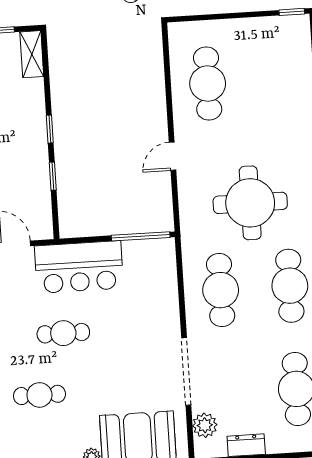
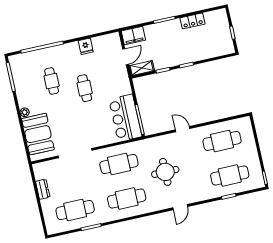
shelving: (32, 54) -> (142, 68), moved
cafe table: (277, 79) -> (230, 175), added
round table: (250, 203) -> (165, 172), width x0.73, depth x0.73
bar counter: (79, 267) -> (125, 118), moved
plant: (205, 425) -> (50, 167), removed

